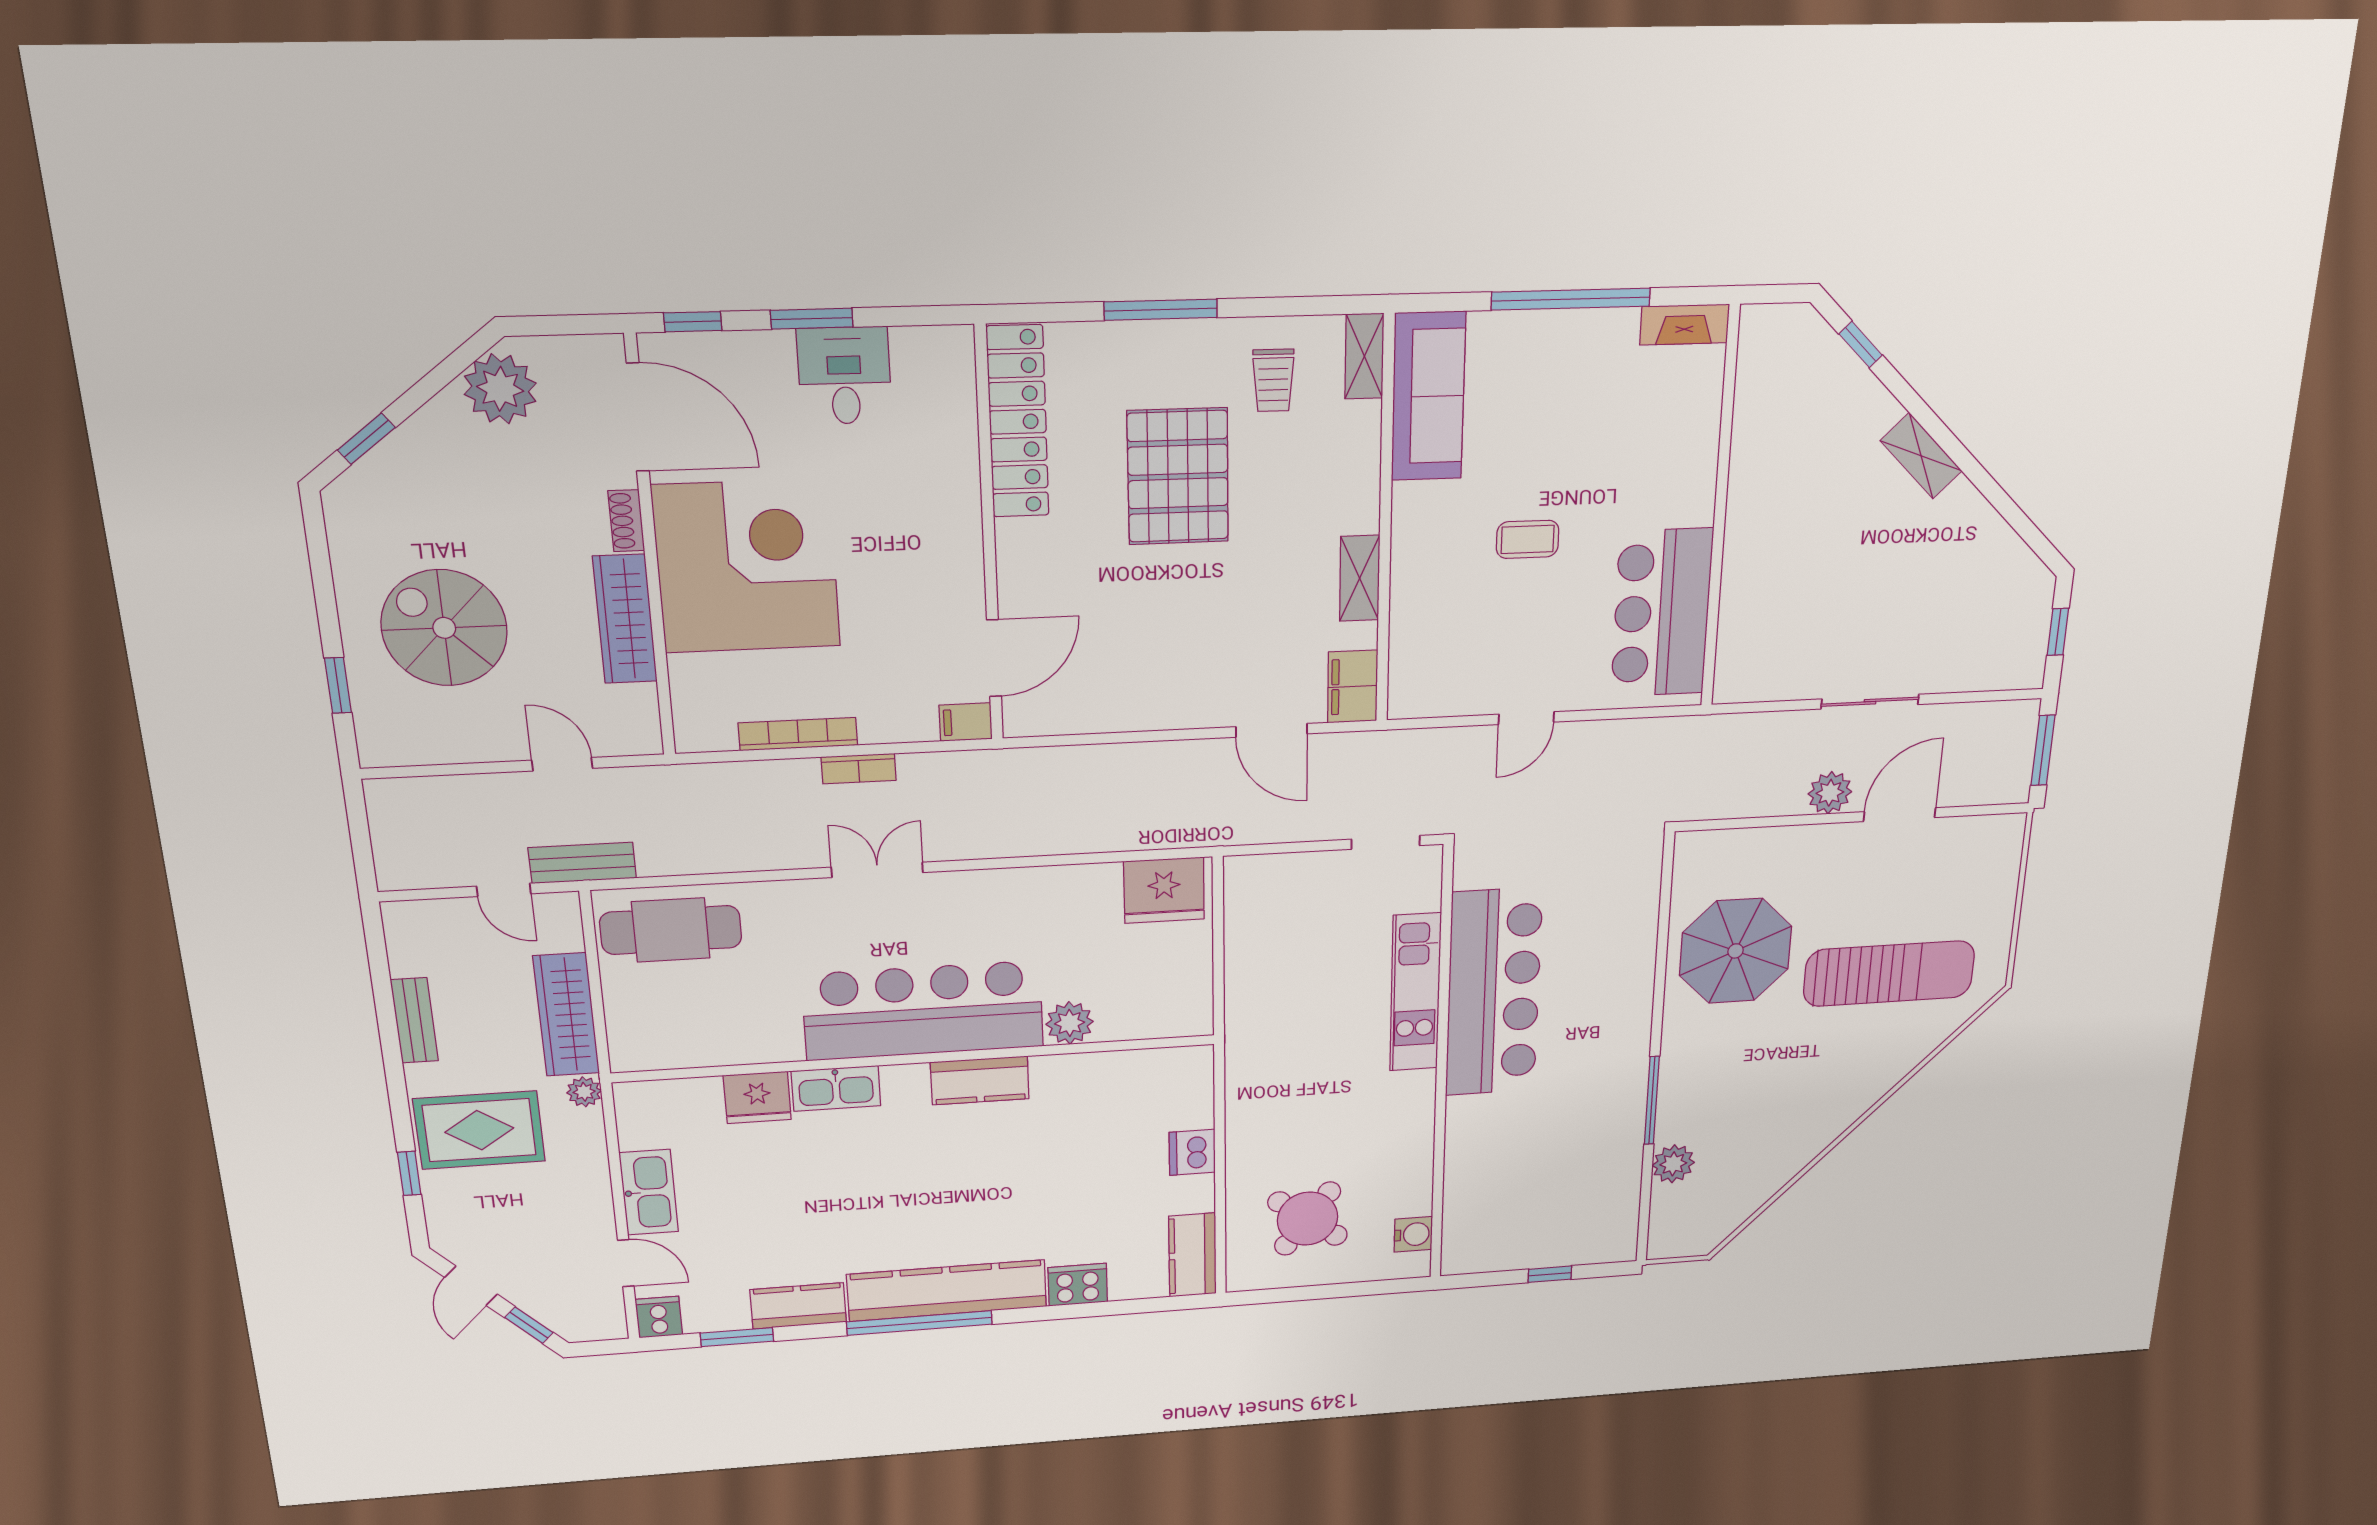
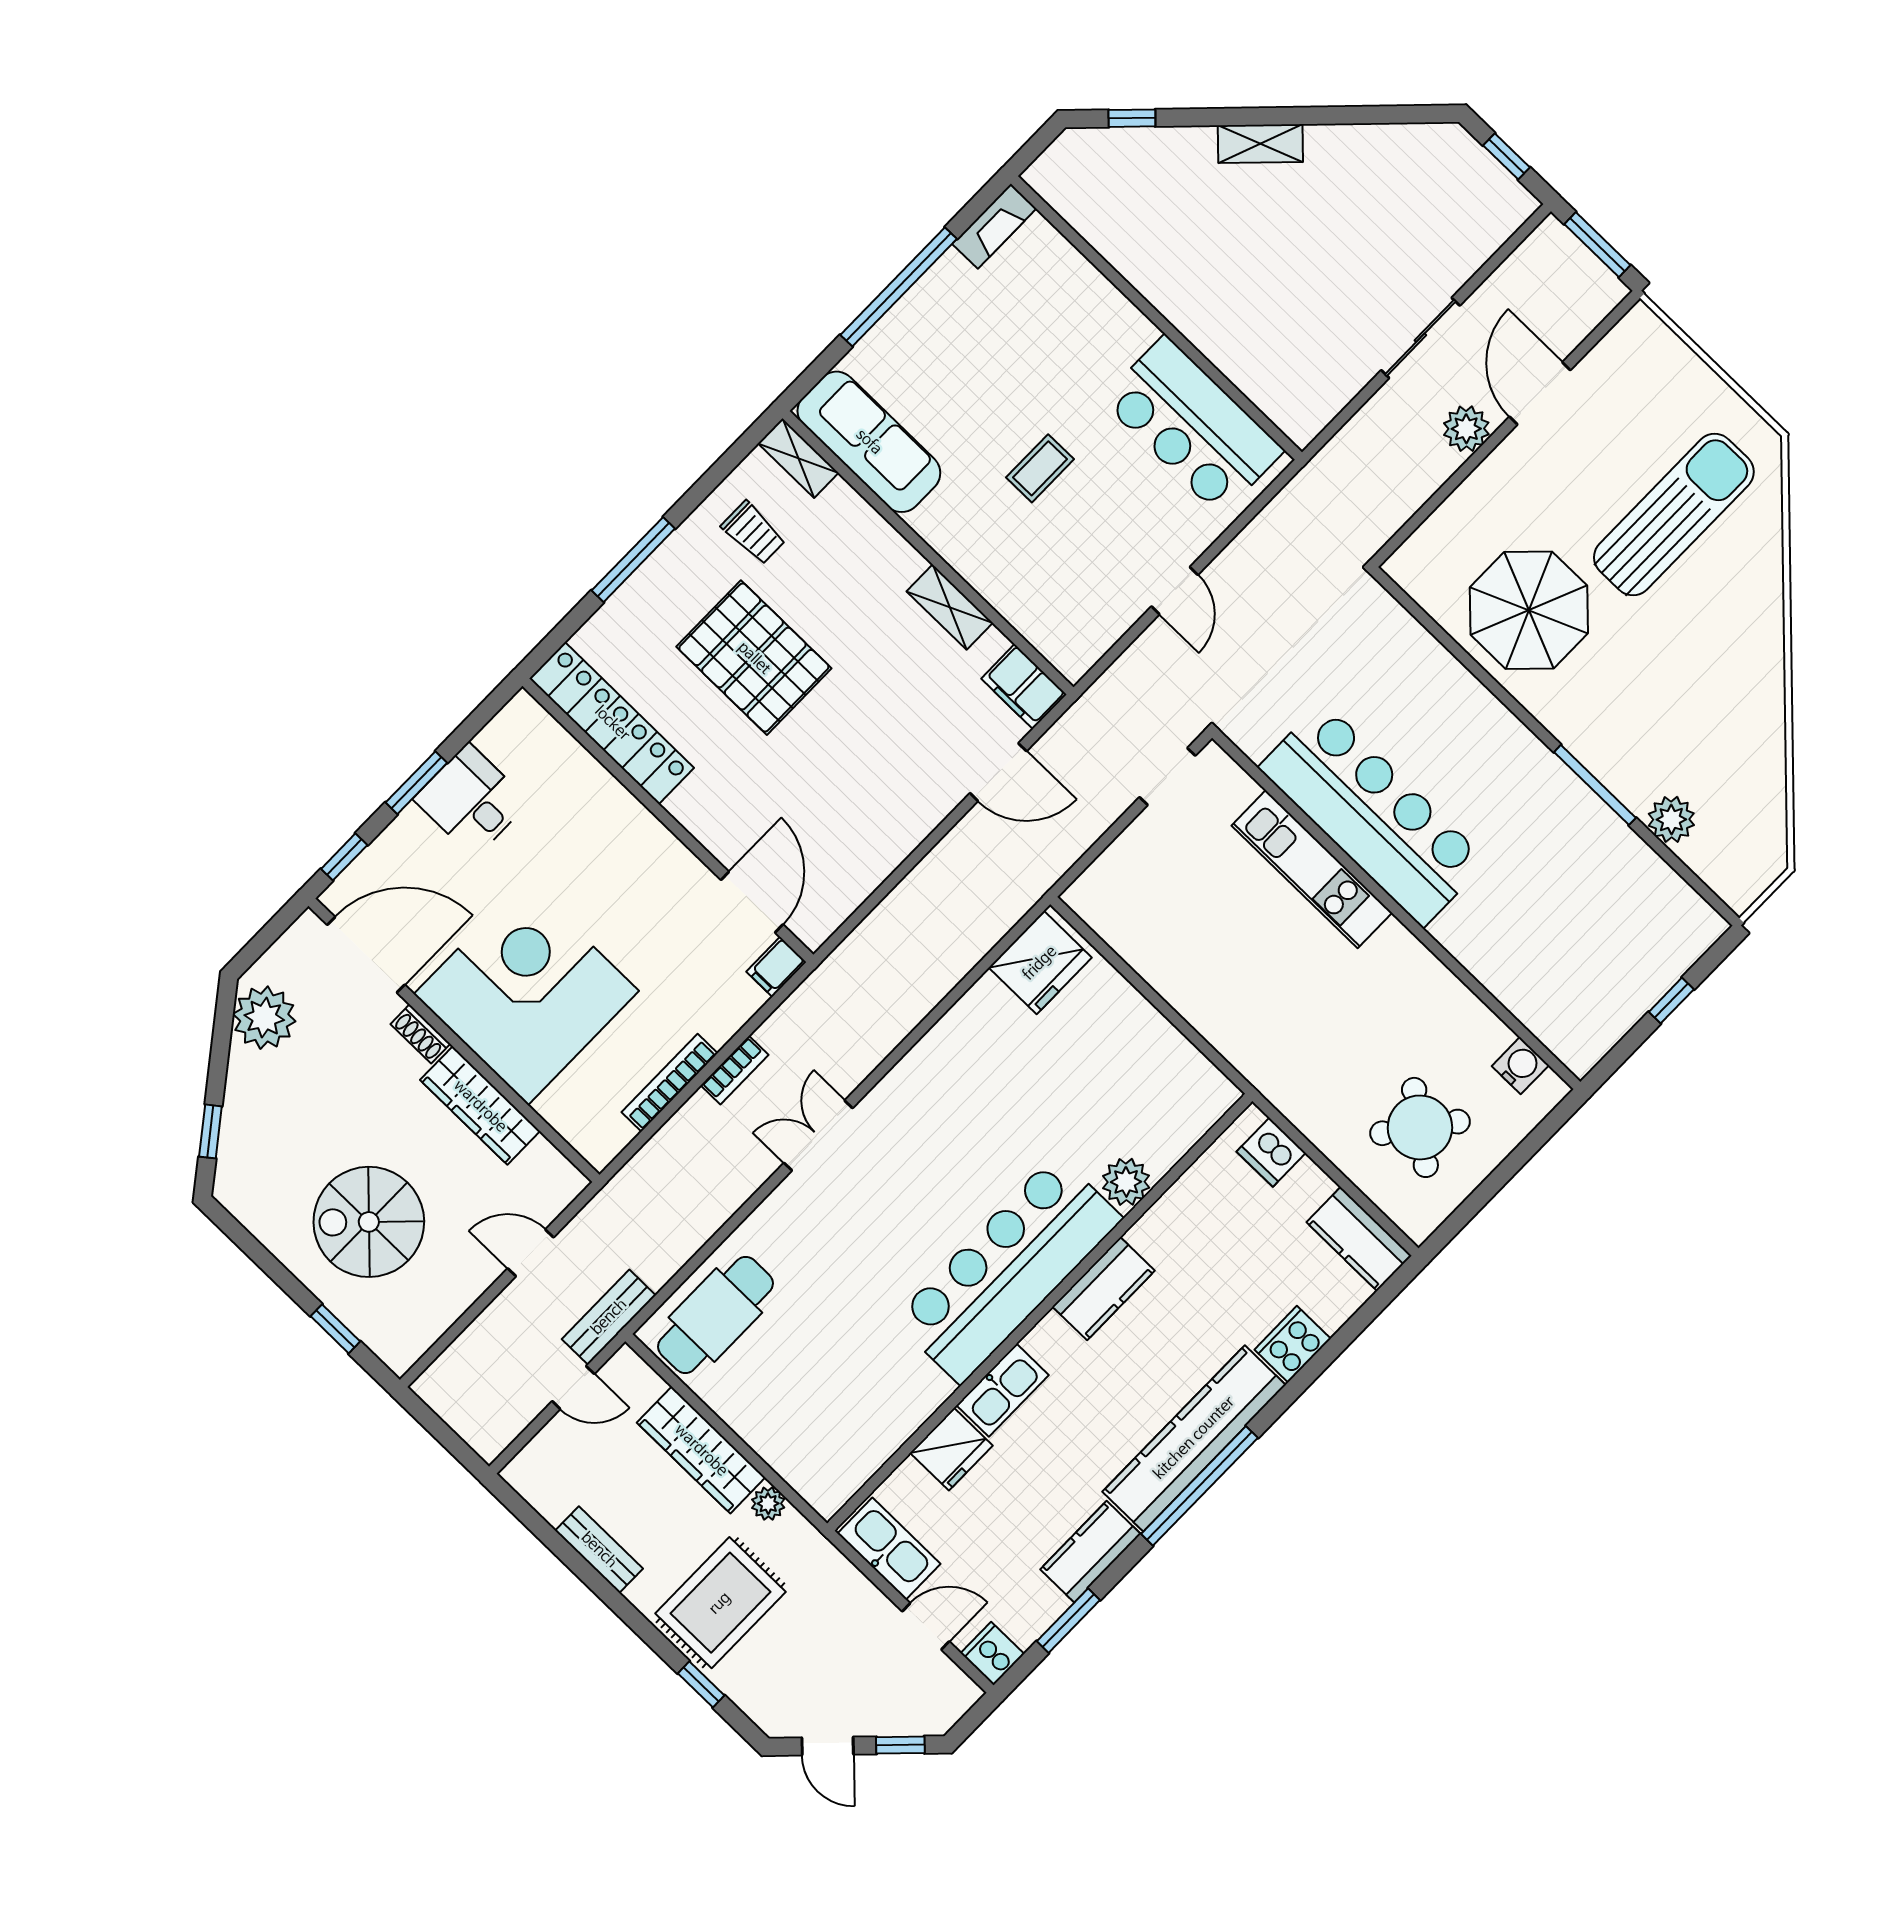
bar counter: (923, 1011) -> (1008, 1269), moved
plant: (1070, 1023) -> (1126, 1182), moved
wall: (917, 1058) -> (1040, 1312), moved
kitchen counter: (980, 1080) -> (1104, 1289), moved
kitchen sink: (836, 1088) -> (1003, 1390), moved
fridge: (757, 1097) -> (951, 1449), moved

